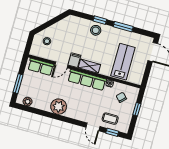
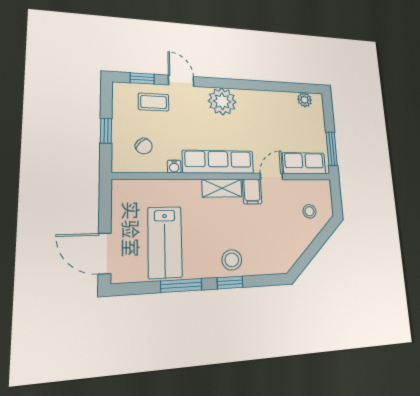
lab bench: (123, 62) -> (165, 242), moved
window: (18, 84) -> (332, 149), moved
plant: (59, 107) -> (222, 101), moved

